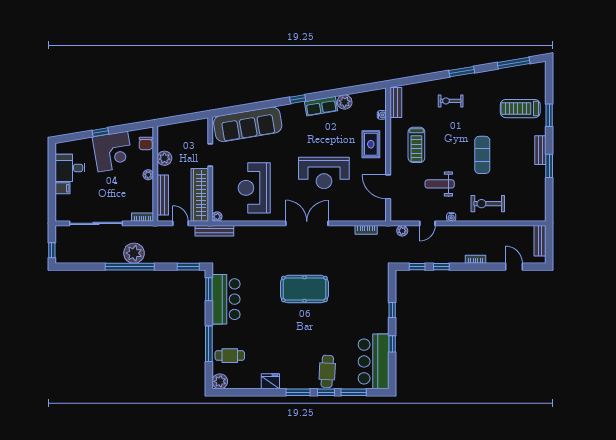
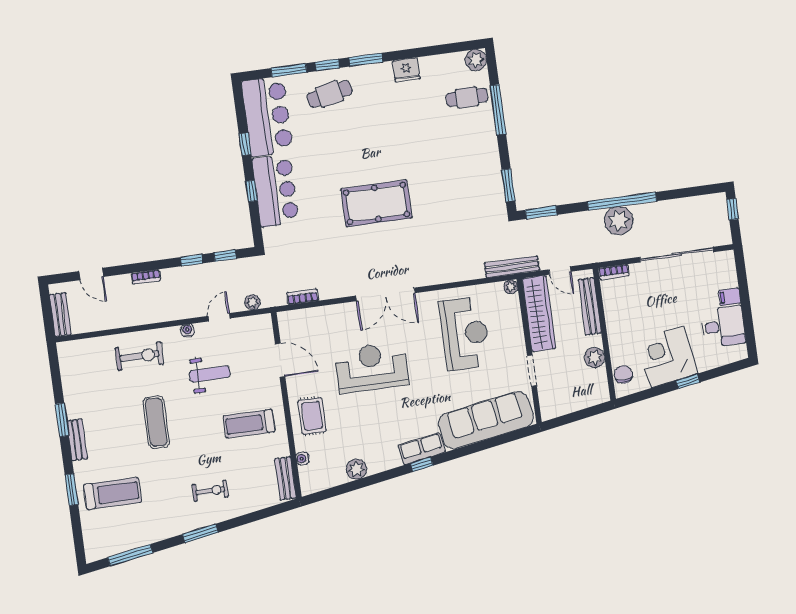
row of seats: (321, 106) -> (422, 449), moved
treadmill: (416, 145) -> (249, 424), turned -90
plant: (148, 175) -> (614, 332), removed
bar counter: (226, 299) -> (275, 191), moved, turned 180
cafe table: (327, 371) -> (329, 94), turned 75

